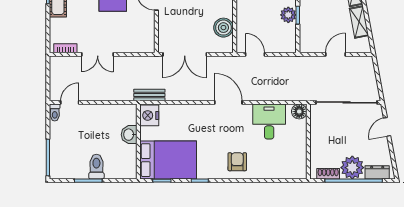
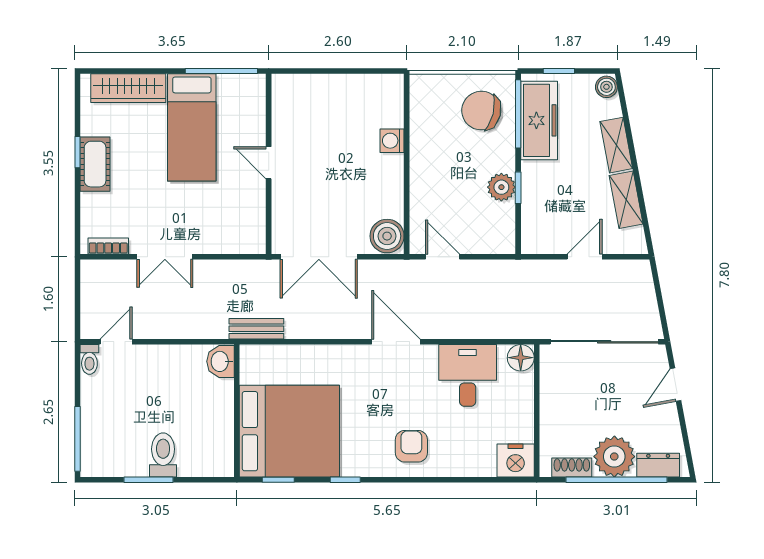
boiler: (223, 28) -> (387, 236), moved
nightstand: (149, 115) -> (516, 461), moved, turned -90
washbasin: (129, 135) -> (221, 361), moved
bed: (168, 160) -> (289, 431), width x1.36

